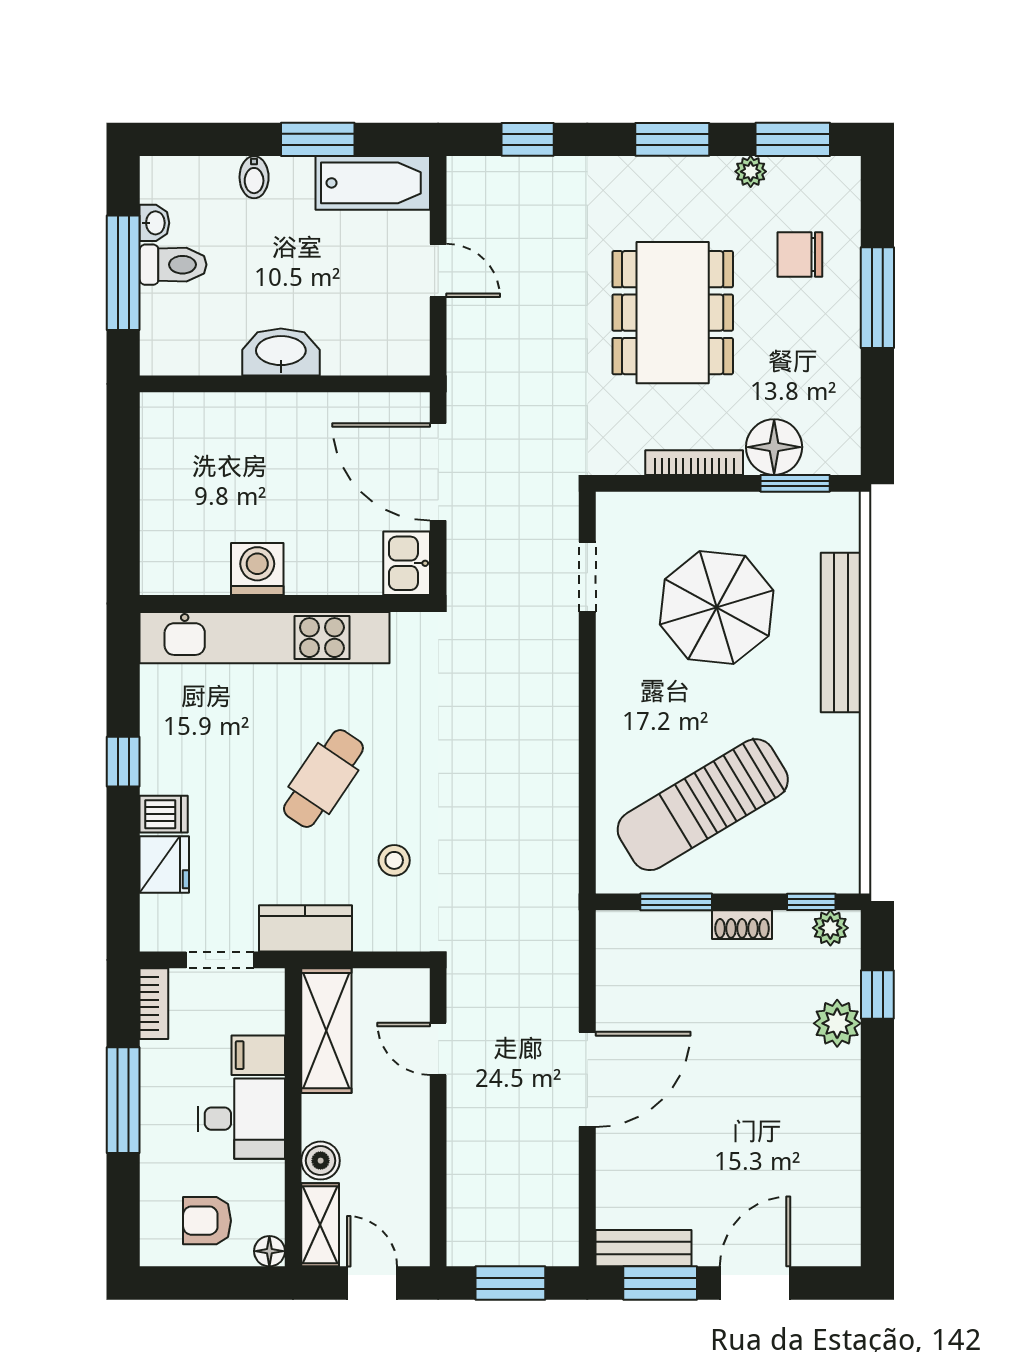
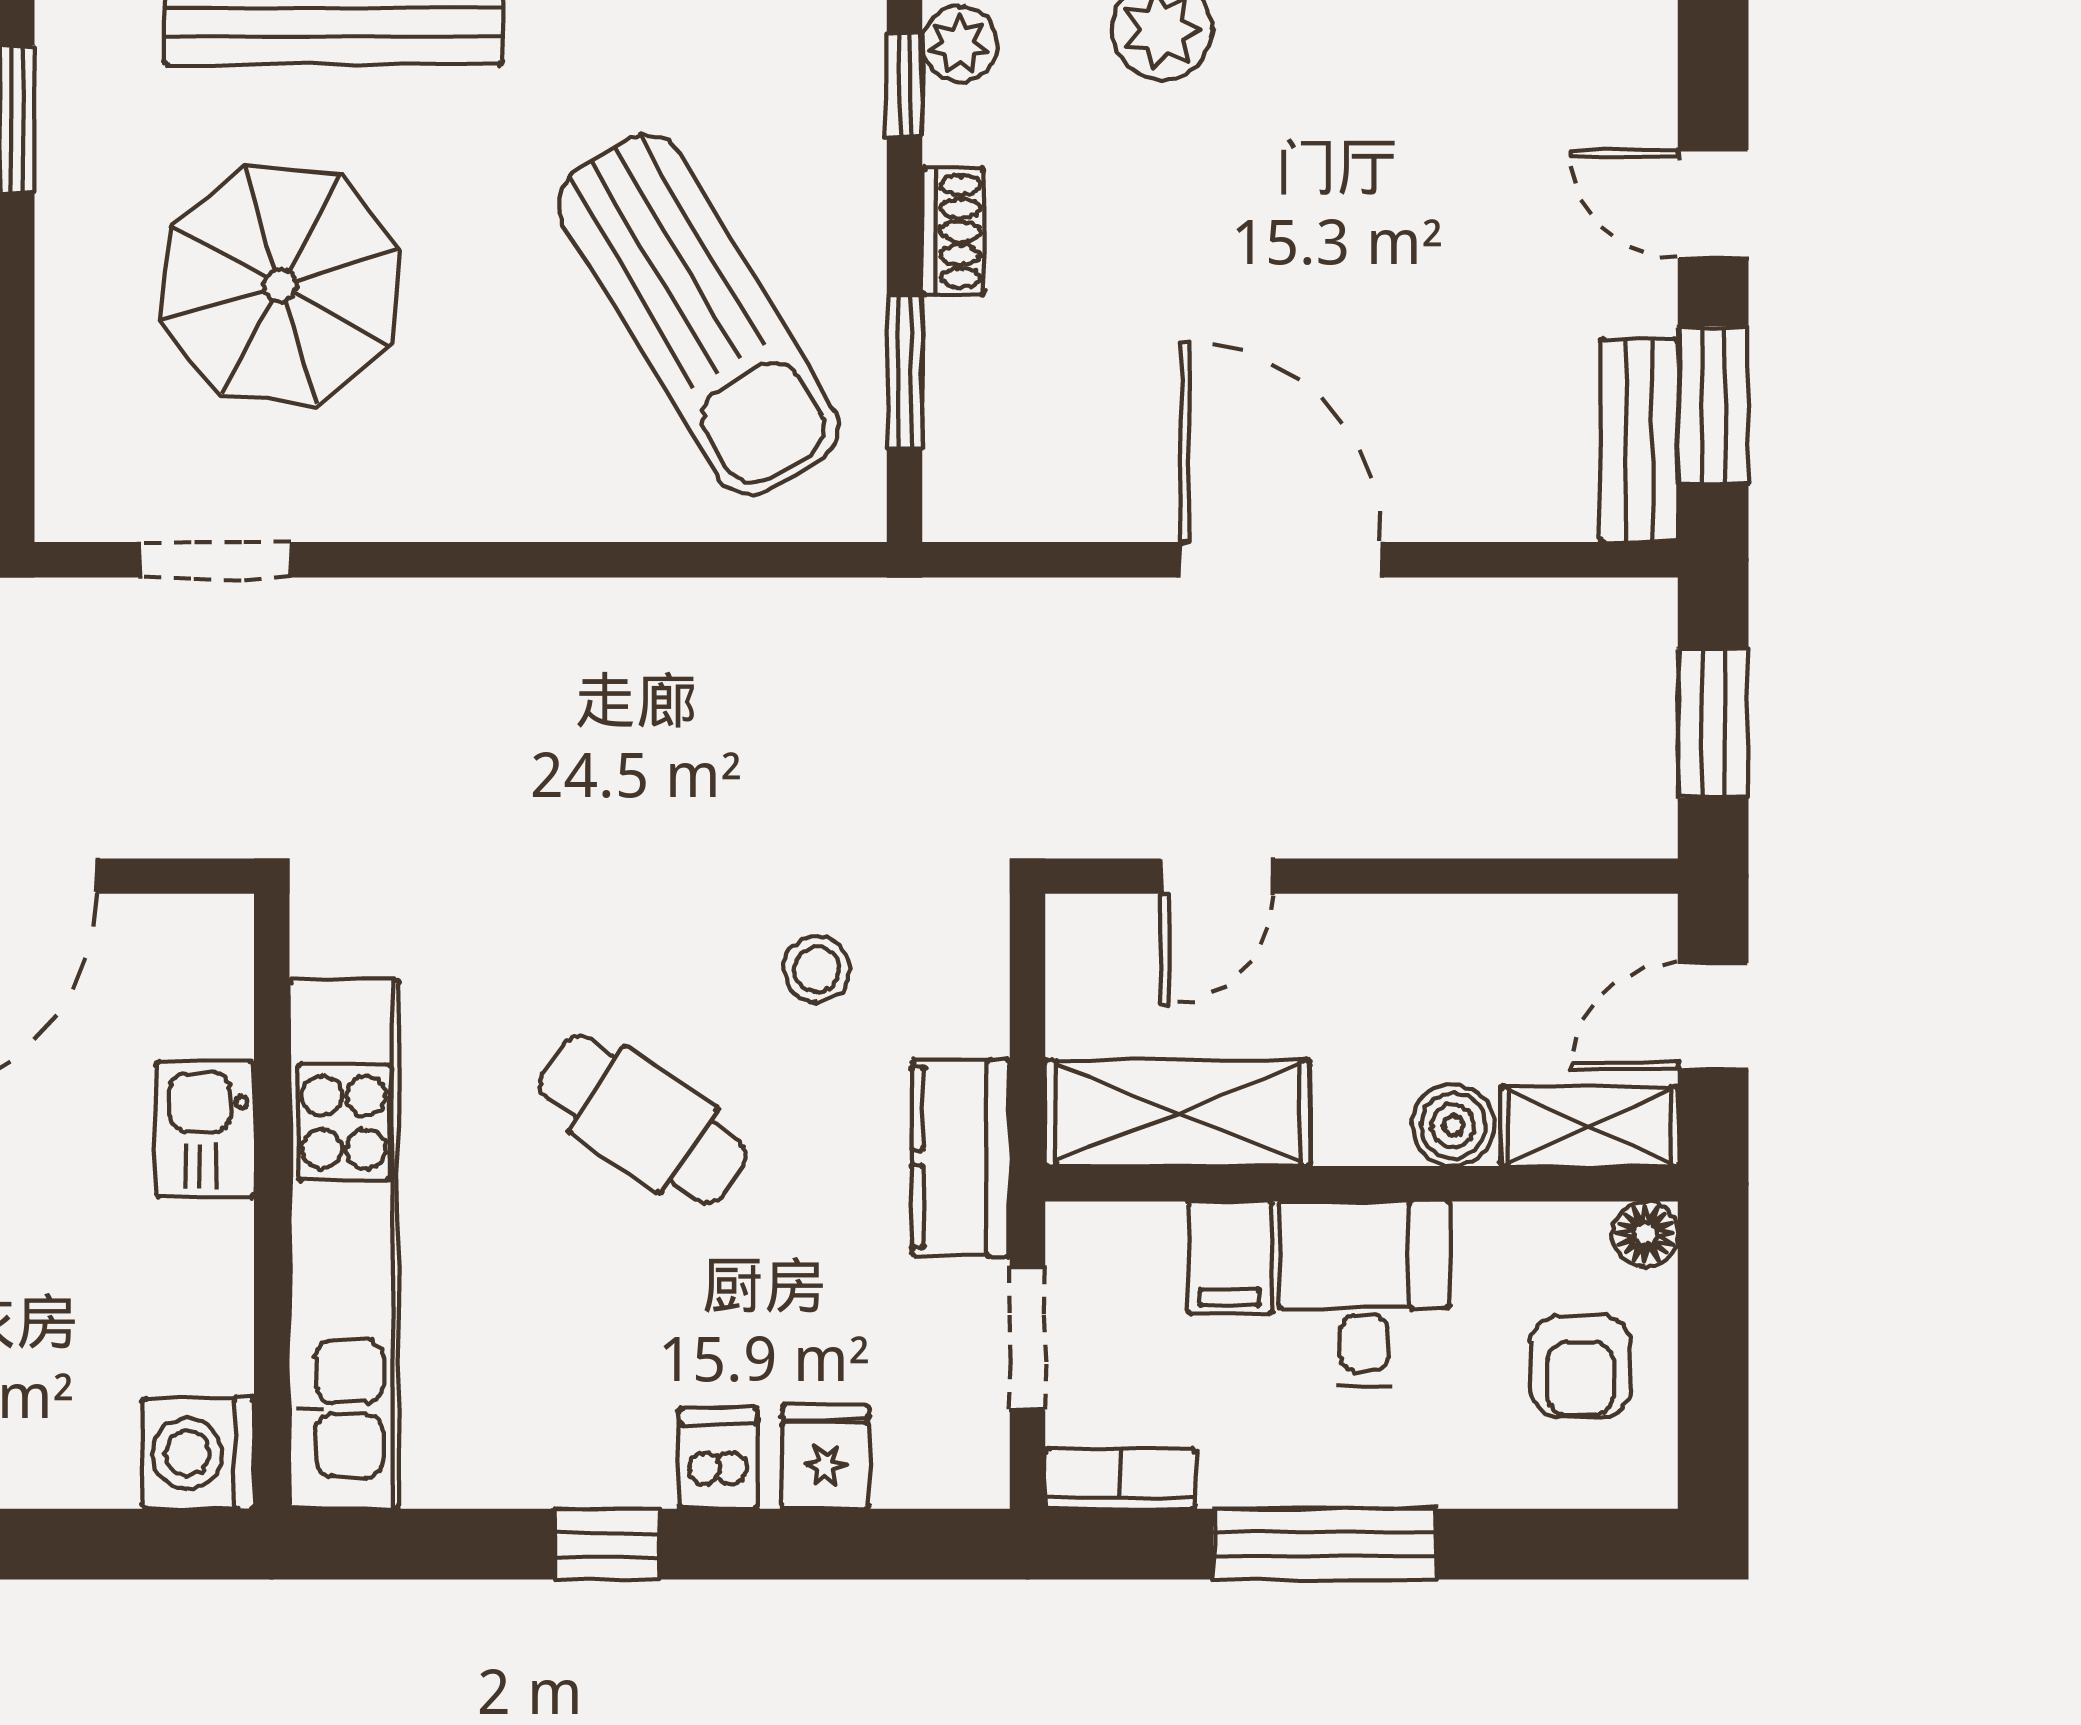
kitchen sink: (407, 563) -> (205, 1129), moved, turned 90
washing machine: (257, 569) -> (199, 1453), moved
fridge: (164, 864) -> (825, 1457), width x0.72
door: (755, 1283) -> (1713, 204), width x0.73

